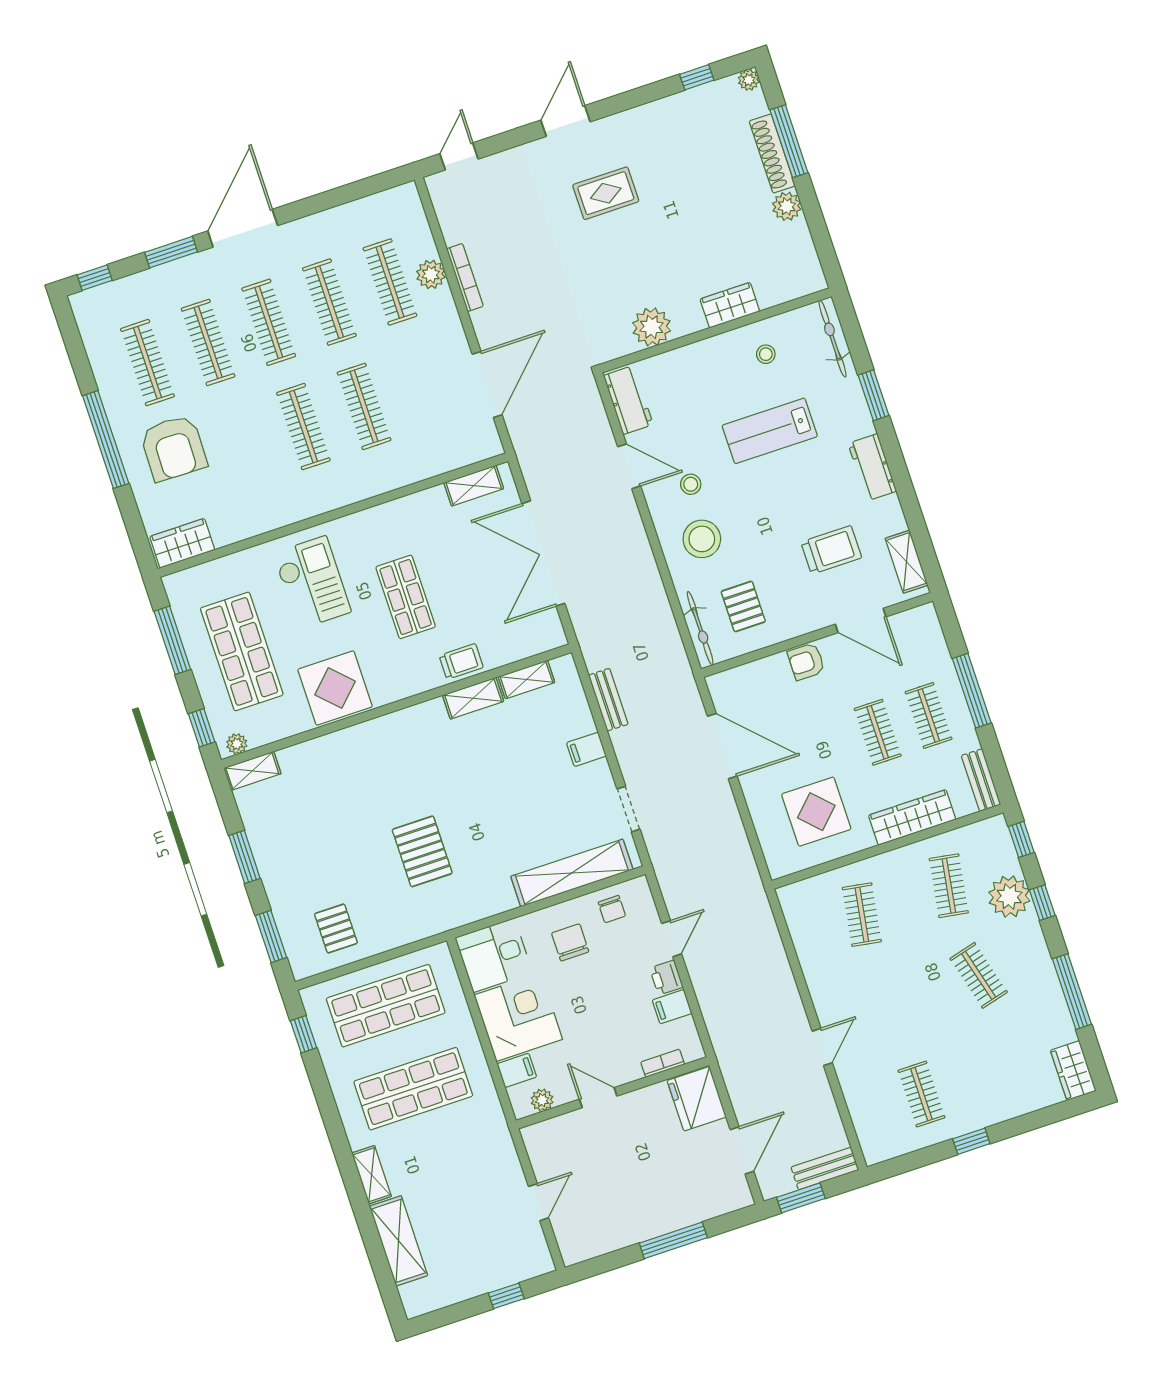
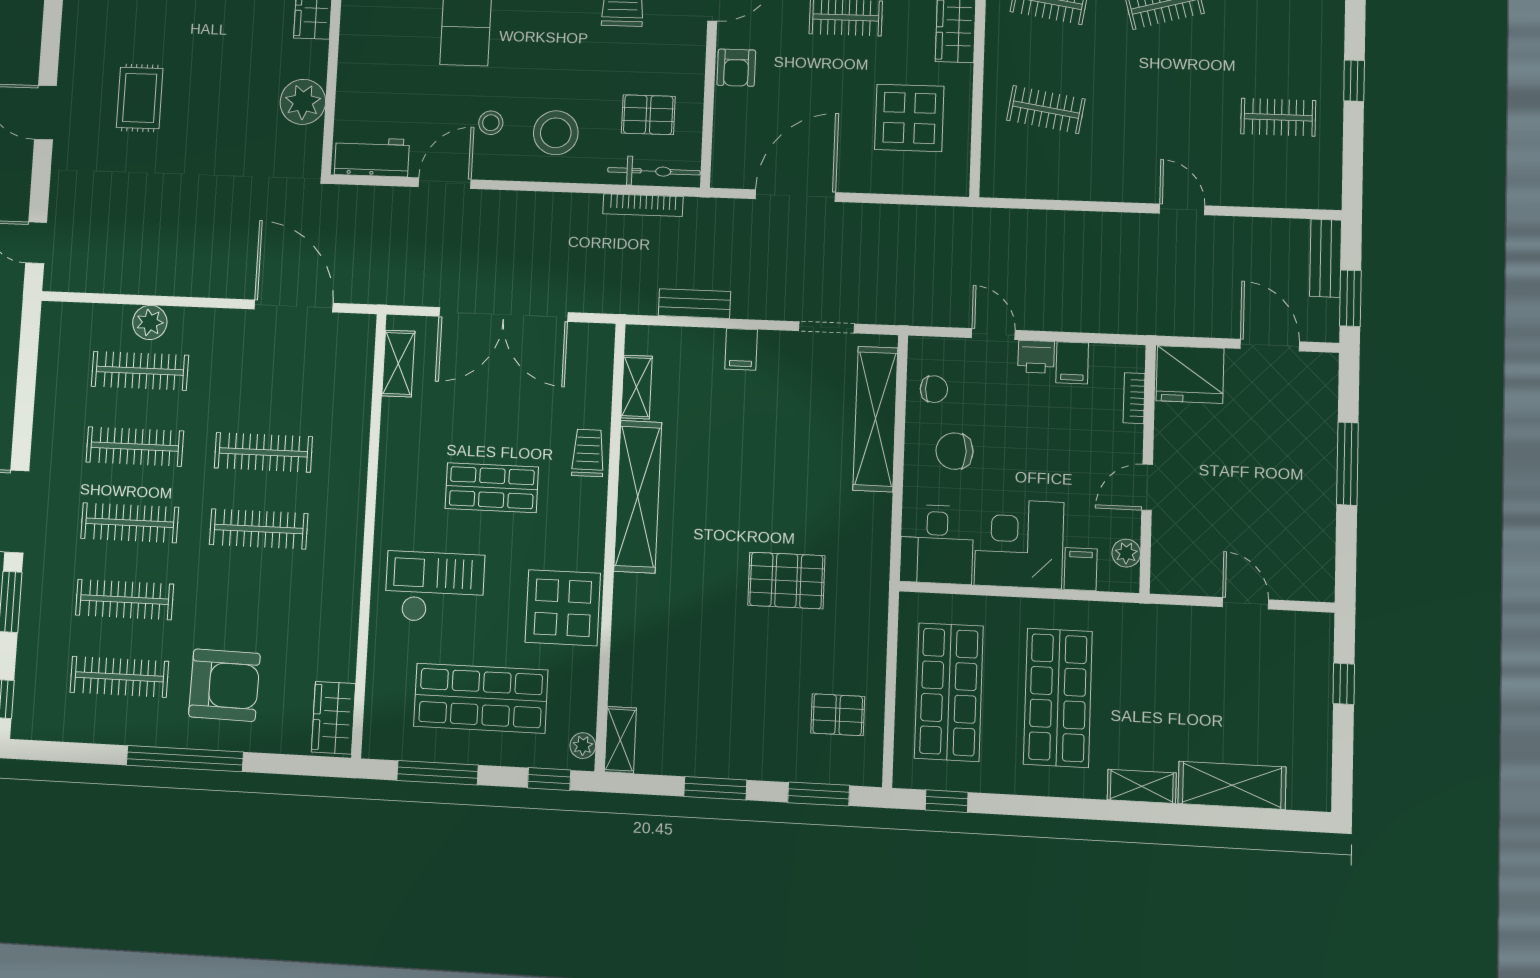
bookcase: (465, 278) -> (643, 205), moved, turned 180
shelving: (473, 698) -> (638, 497), width x2.20, depth x1.33

